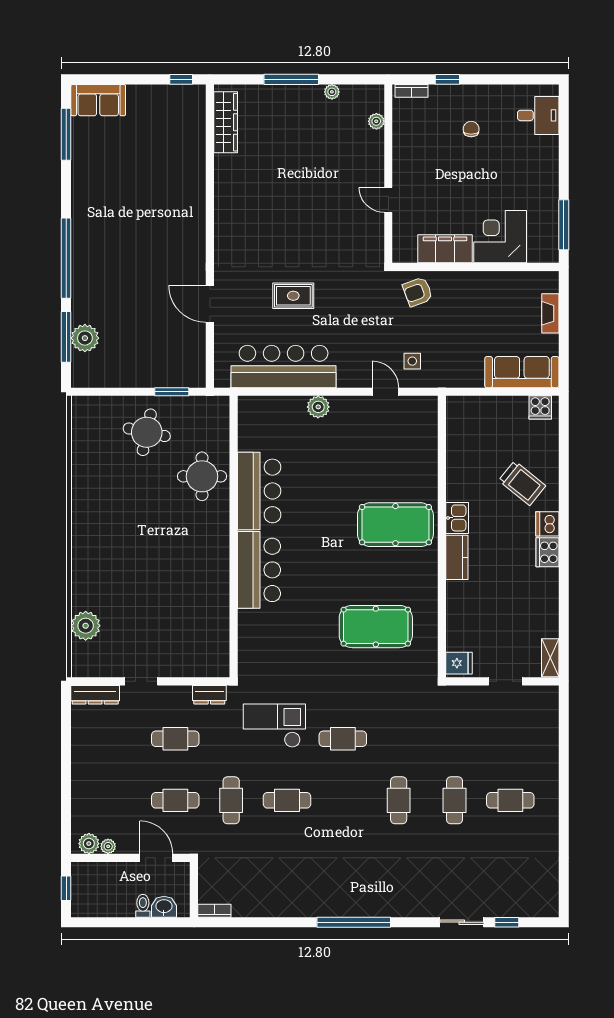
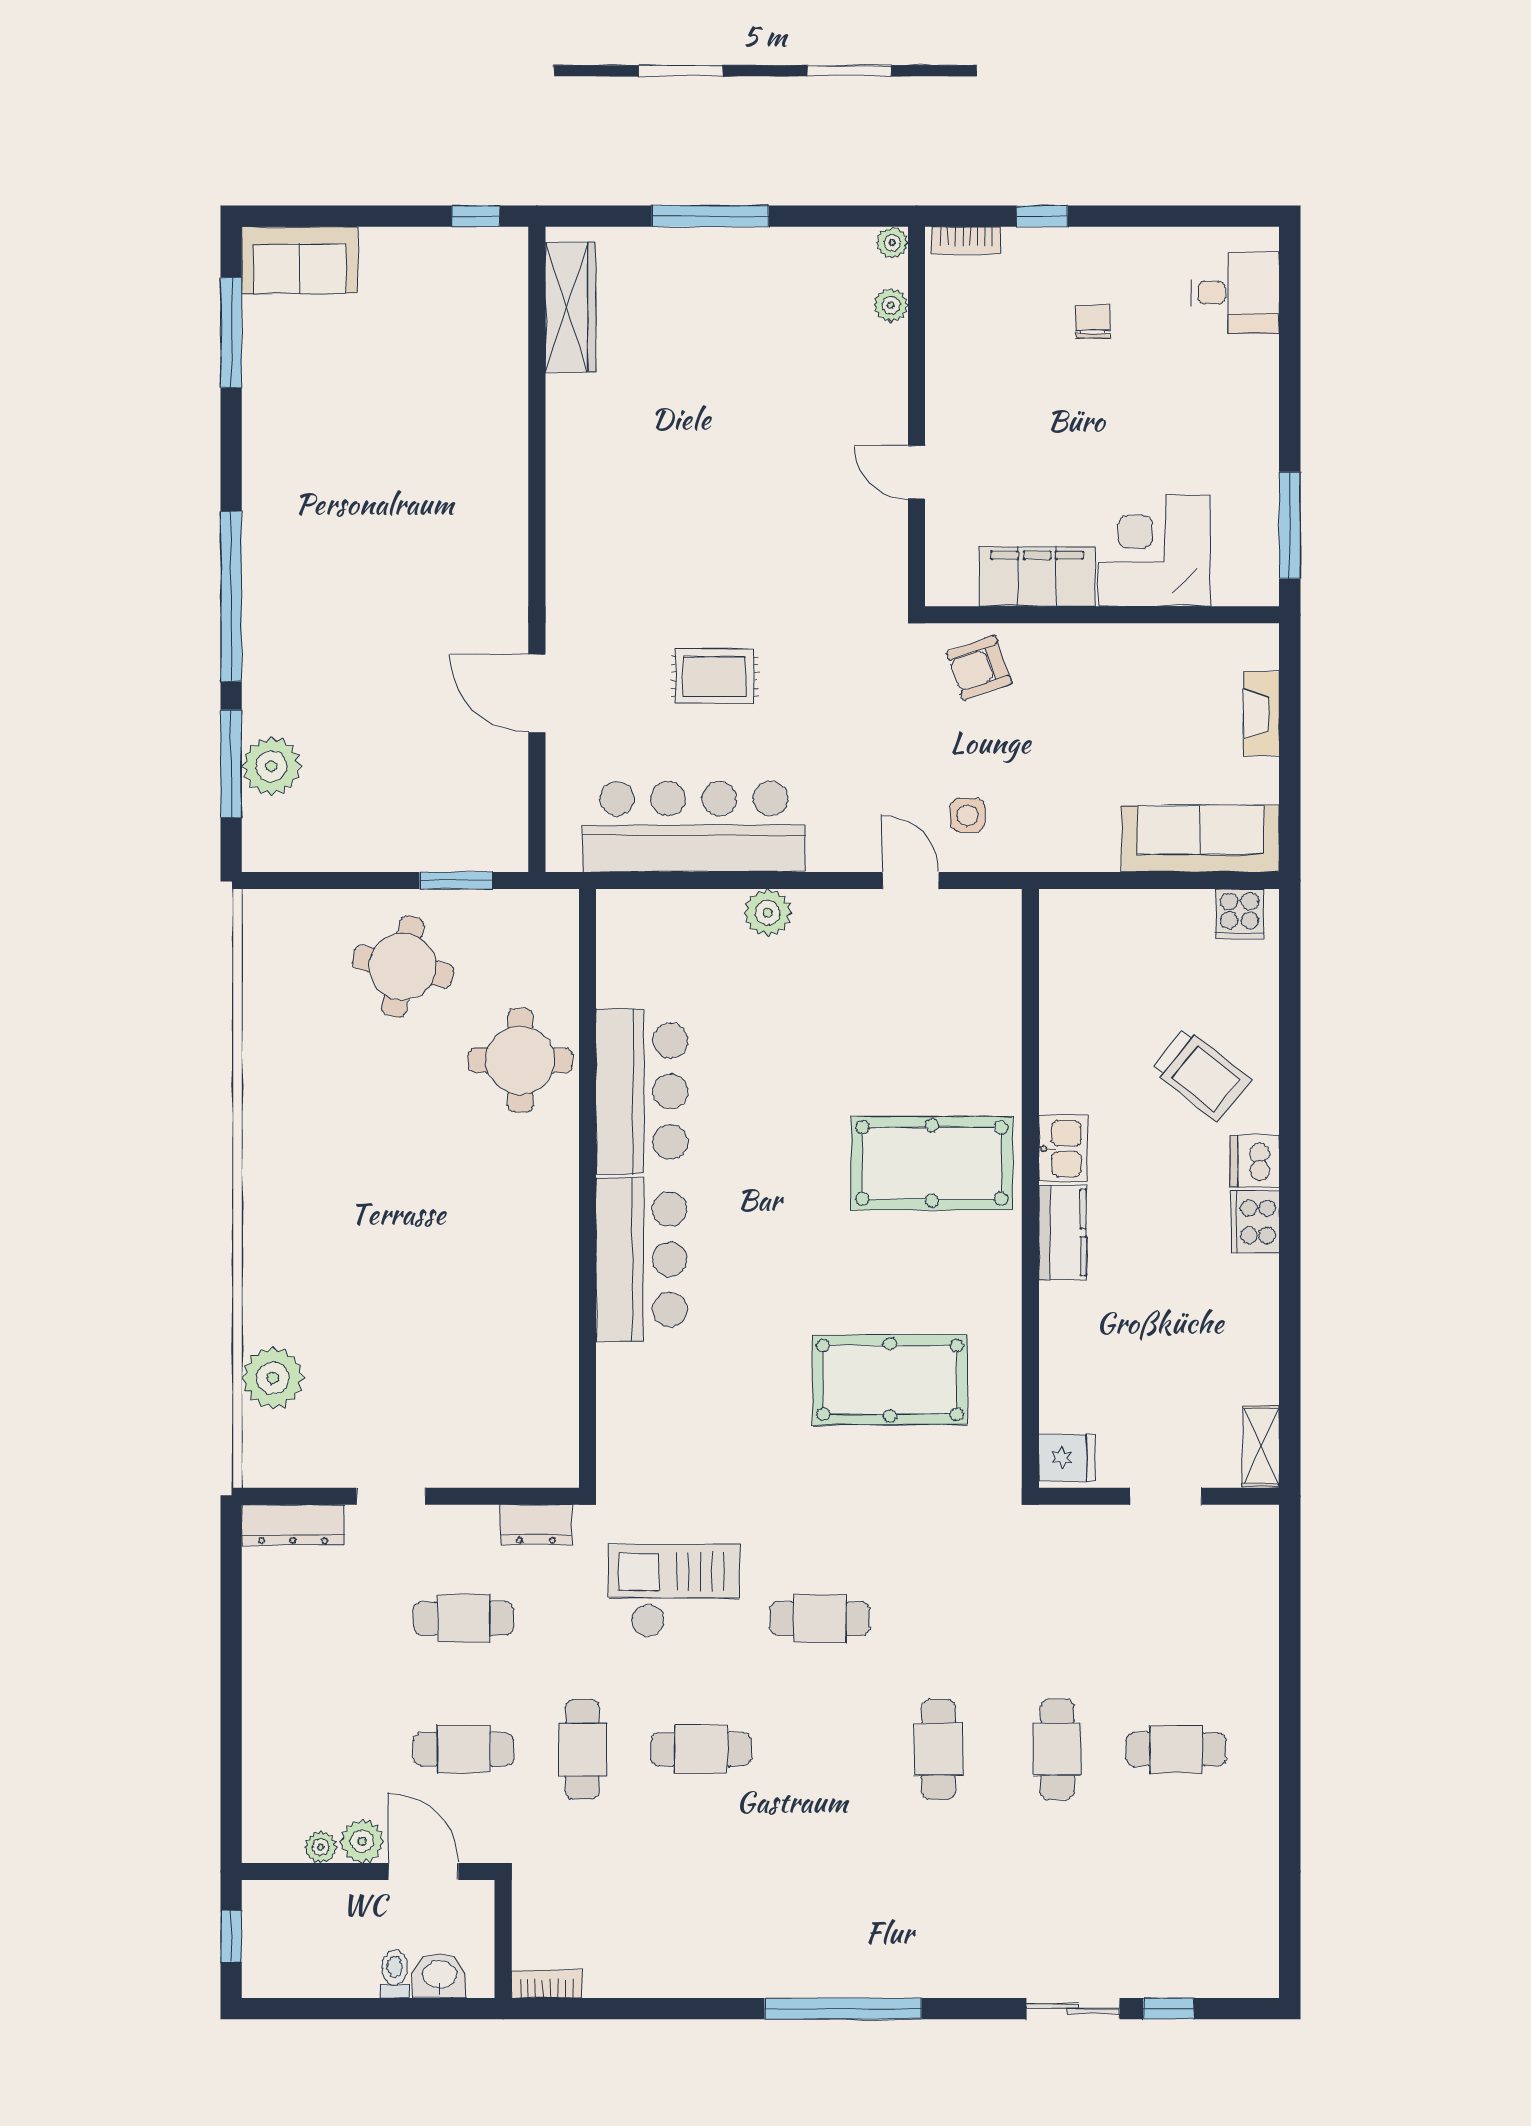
plant: (332, 92) -> (892, 243), moved
plant: (89, 844) -> (362, 1841), moved

